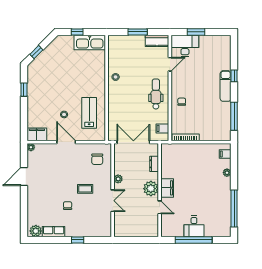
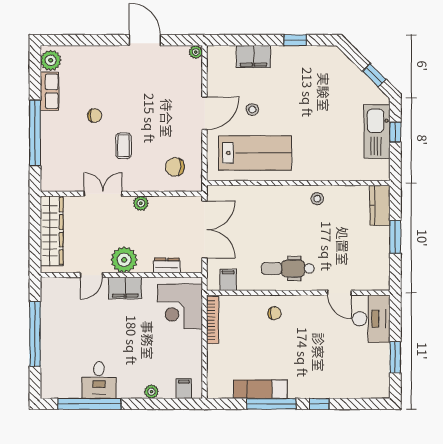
window: (196, 32) -> (395, 357), moved
kitchen counter: (157, 41) -> (380, 205), moved
kitchen sink: (90, 42) -> (377, 132), moved
window: (36, 52) -> (374, 75), moved
exam couch: (226, 86) -> (260, 389), moved
dental chair: (156, 94) -> (288, 268), turned 180
lab bench: (89, 113) -> (255, 153), width x1.36, depth x1.39
window: (234, 116) -> (271, 404), moved
filing cabinet: (37, 134) -> (253, 57), moved, turned 90
corner desk: (178, 156) -> (180, 306), added
double door: (113, 201) -> (103, 194), swing flipped
desk: (194, 226) -> (99, 380), moved, turned -90
wardrobe: (134, 230) -> (52, 231), added
window: (78, 240) -> (35, 133), width x3.17

